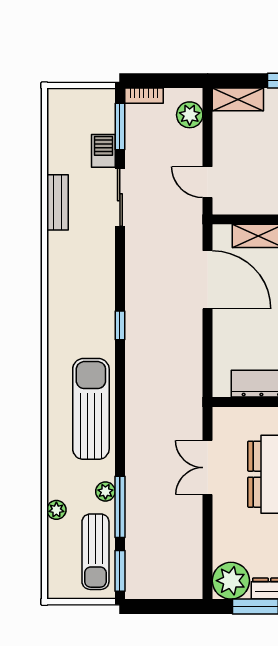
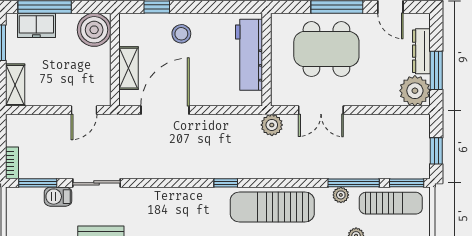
plant: (190, 115) -> (272, 125), moved
window: (120, 325) -> (226, 183), moved
window: (158, 607) -> (436, 151), added

